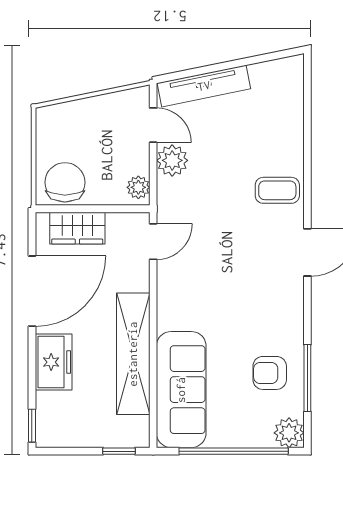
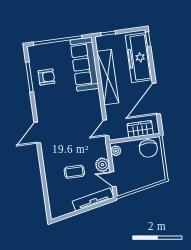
coffee table: (277, 190) -> (74, 172), moved
freezer: (54, 362) -> (139, 58), width x1.91, depth x1.26
plant: (289, 433) -> (34, 52), removed

